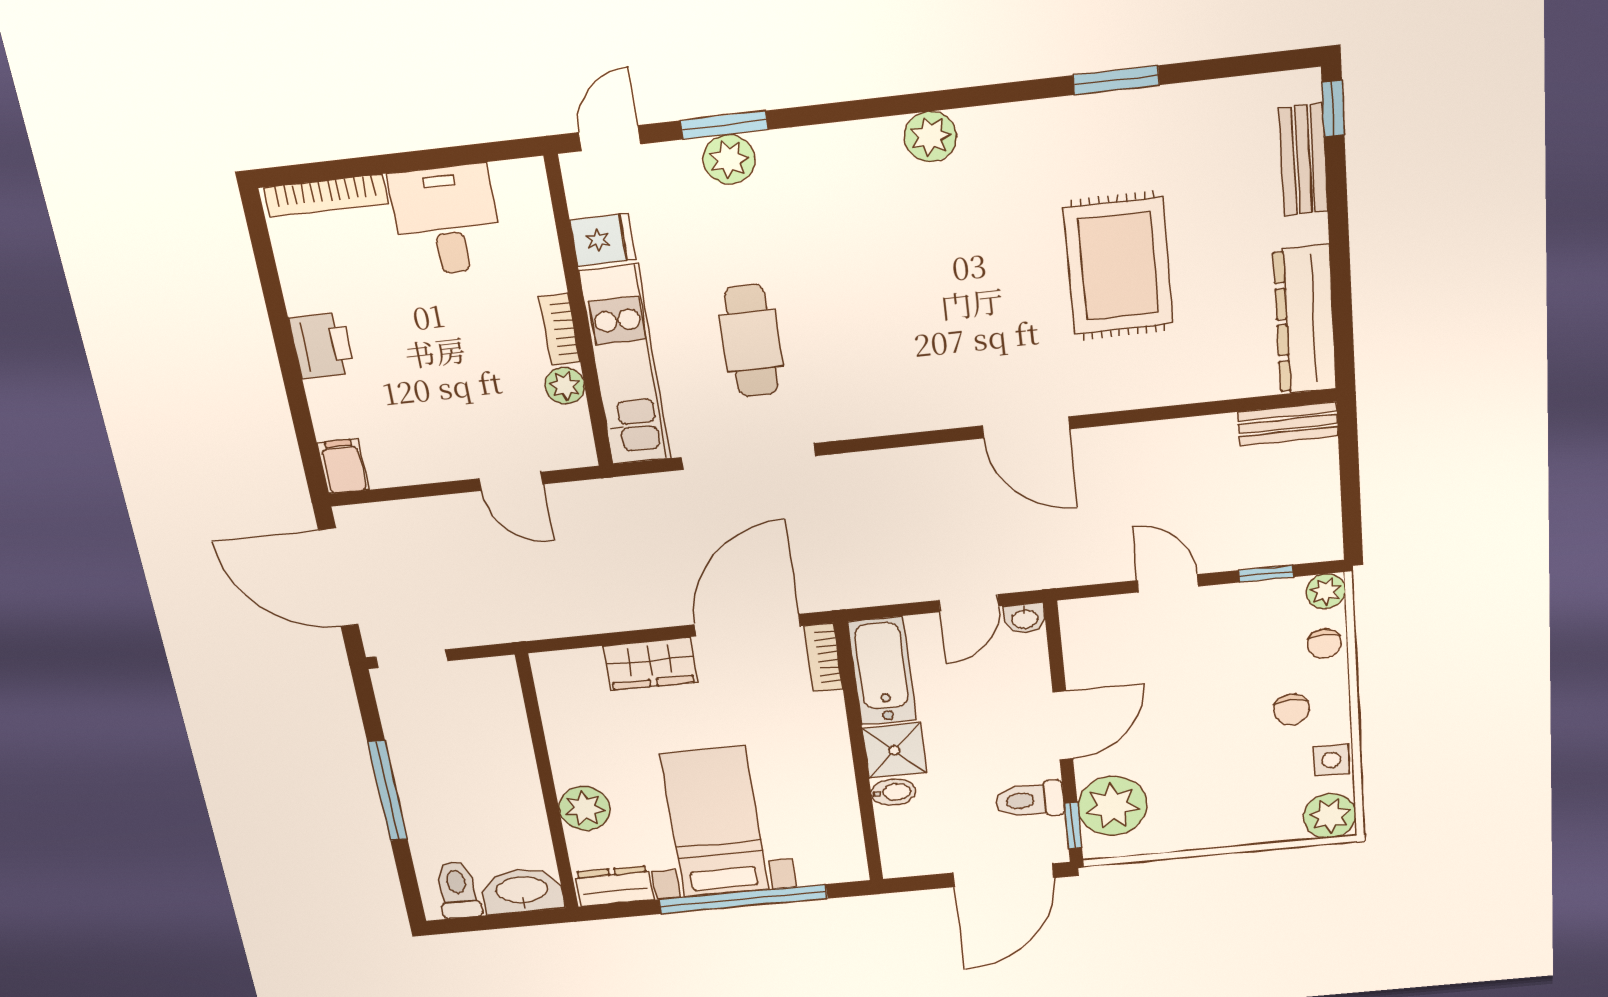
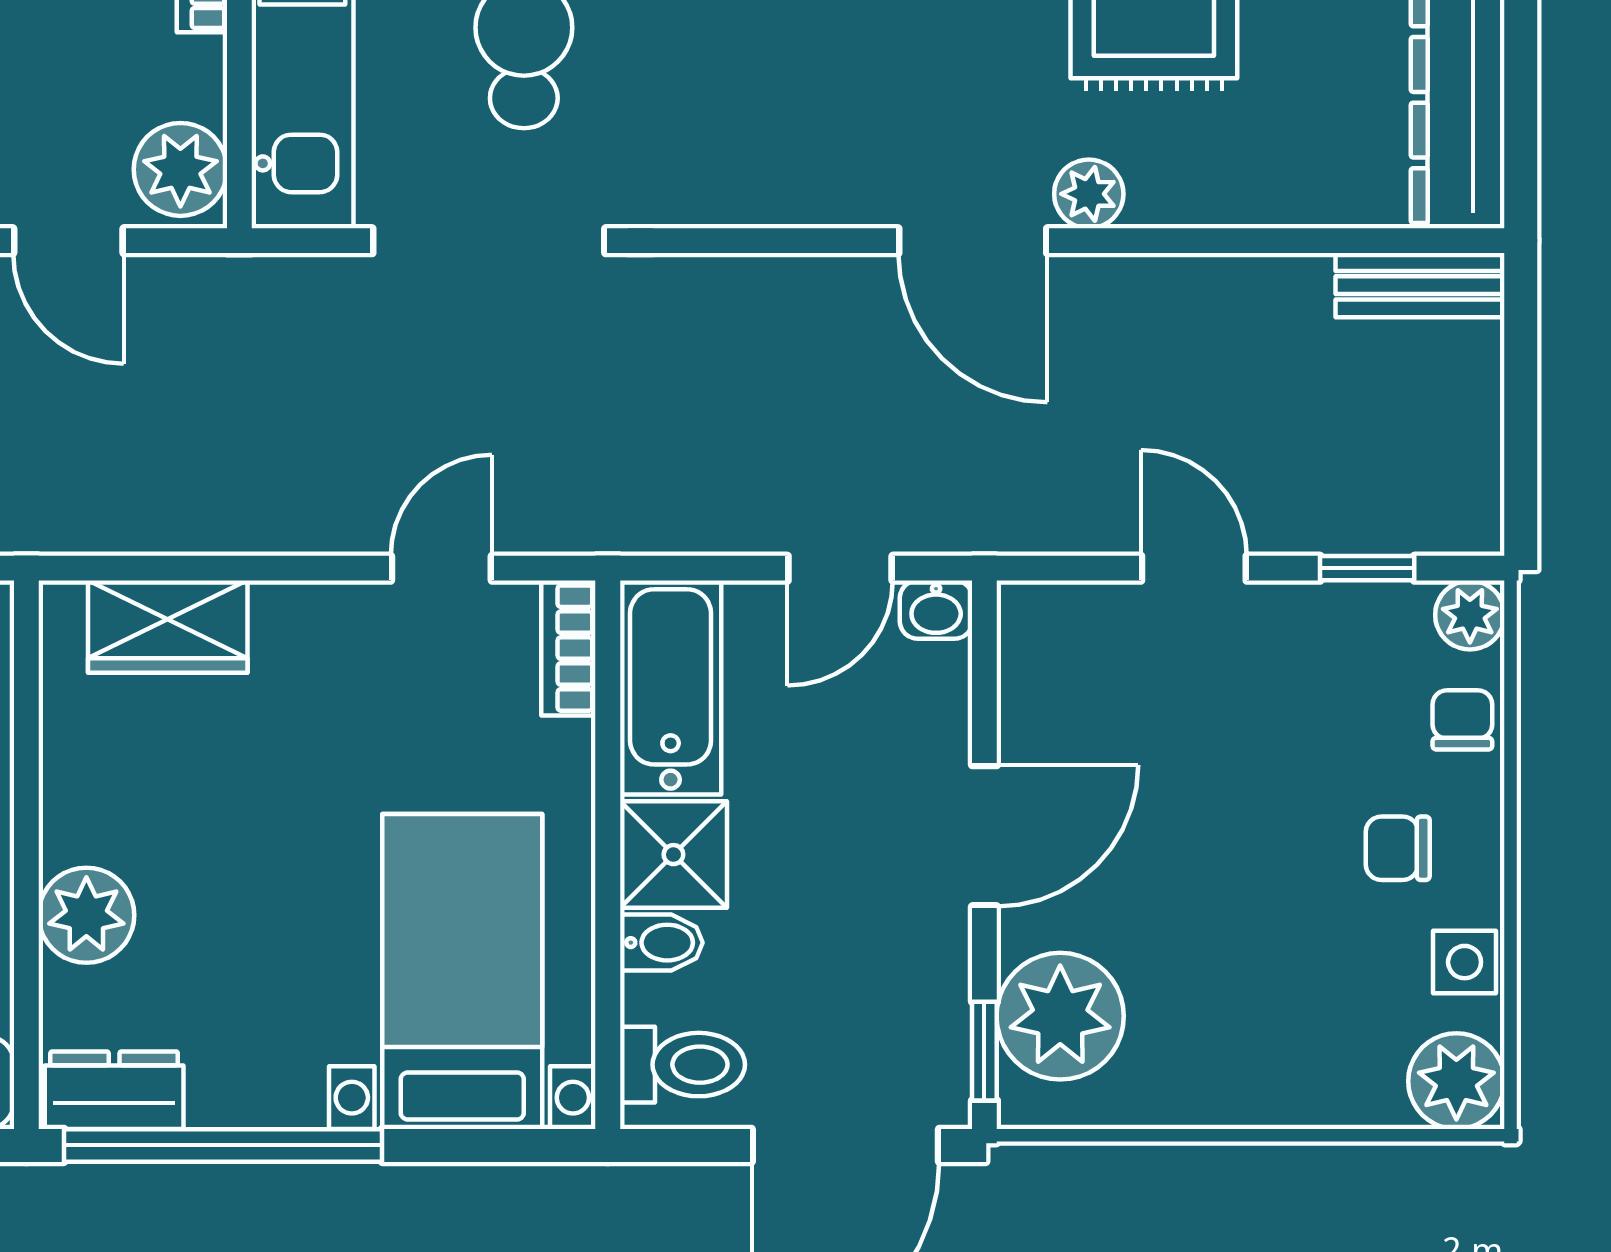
plant: (565, 386) -> (180, 169), moved, width x1.38, depth x1.38
plant: (1091, 395) -> (1089, 194), added
door: (747, 625) -> (441, 568), width x0.53
chair: (1324, 644) -> (1462, 720), turned 180
wardrobe: (650, 664) -> (168, 627), moved
chair: (1291, 709) -> (1398, 848), turned 90
toilet: (1030, 800) -> (682, 1065), moved, turned 180
bed with nightstands: (715, 822) -> (462, 972), moved
window: (743, 899) -> (223, 1145), moved

